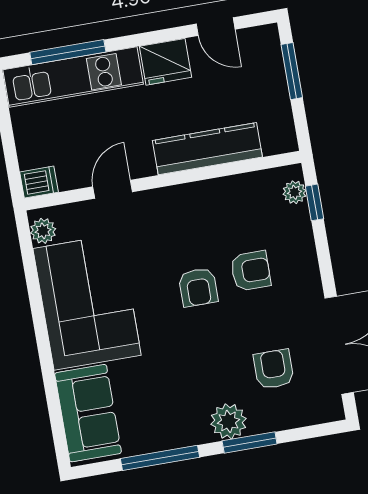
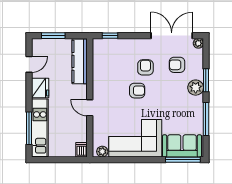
kitchen counter: (207, 149) -> (80, 61), moved
door: (113, 189) -> (90, 108), moved
plant: (294, 192) -> (198, 43), moved
armchair: (251, 271) -> (145, 67), moved
window: (56, 421) -> (183, 160), added

